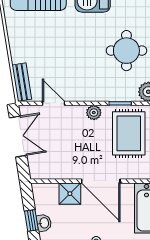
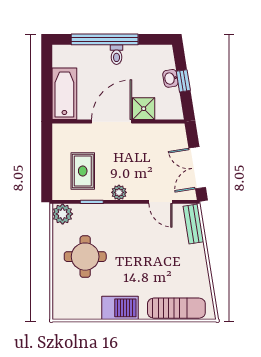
rug: (129, 133) -> (83, 171), width x0.73, depth x0.70
door: (101, 181) -> (112, 122), hinge flipped

